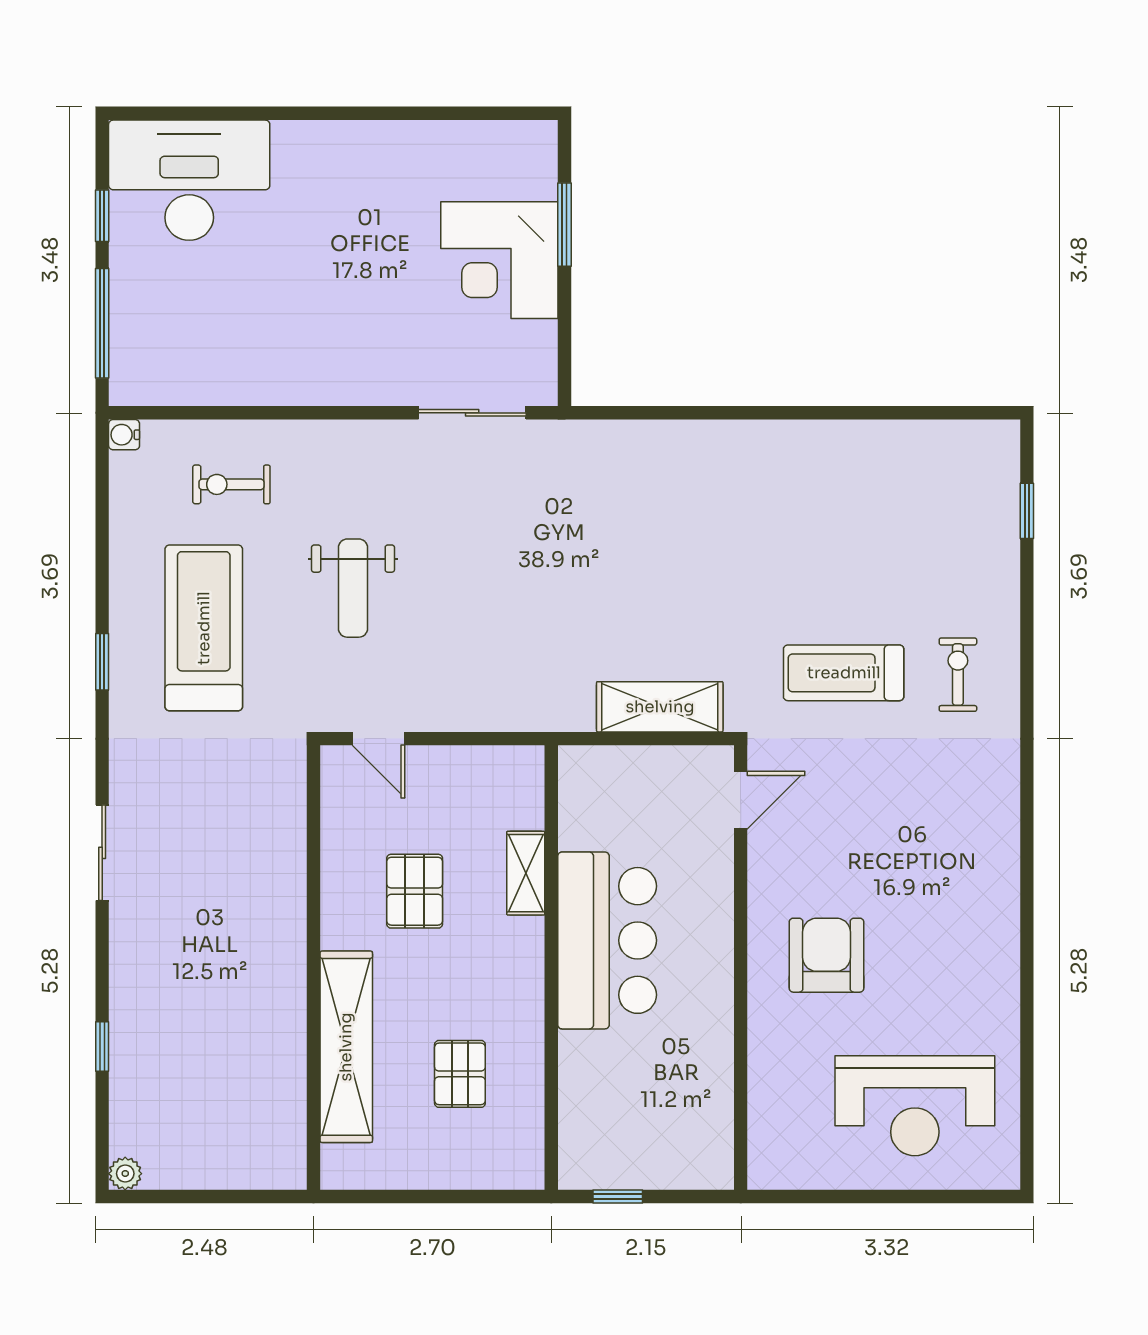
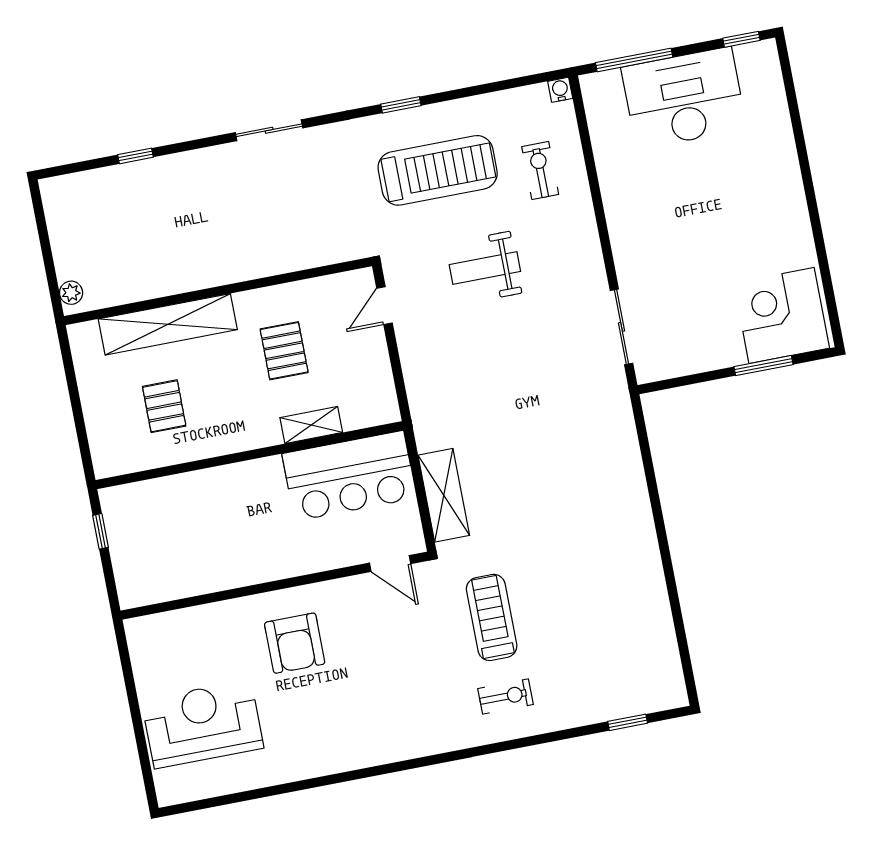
desk: (189, 180) -> (684, 98), moved, turned -90
window: (102, 216) -> (741, 39), moved
corner desk: (499, 260) -> (782, 316), moved
pallet: (415, 891) -> (284, 351), turned 90
bar counter: (607, 940) -> (349, 476), moved
armchair: (826, 955) -> (295, 643), turned 90
pallet: (460, 1074) -> (164, 406), turned 90
reception desk: (915, 1106) -> (203, 724), turned 90
plant: (125, 1174) -> (71, 293), moved

